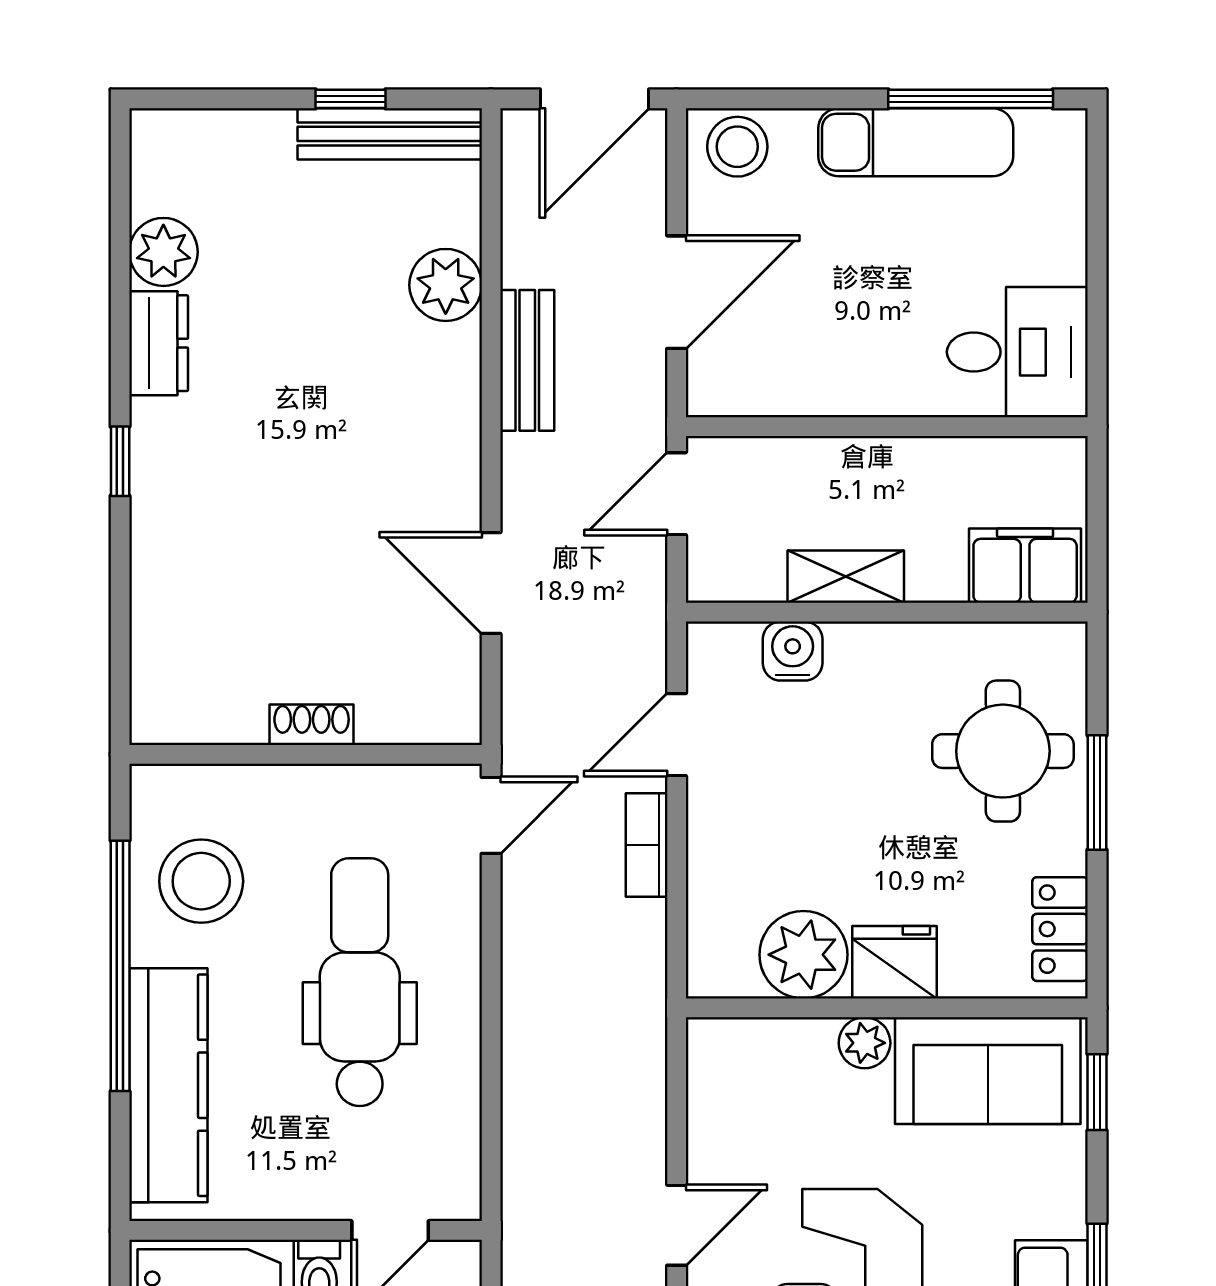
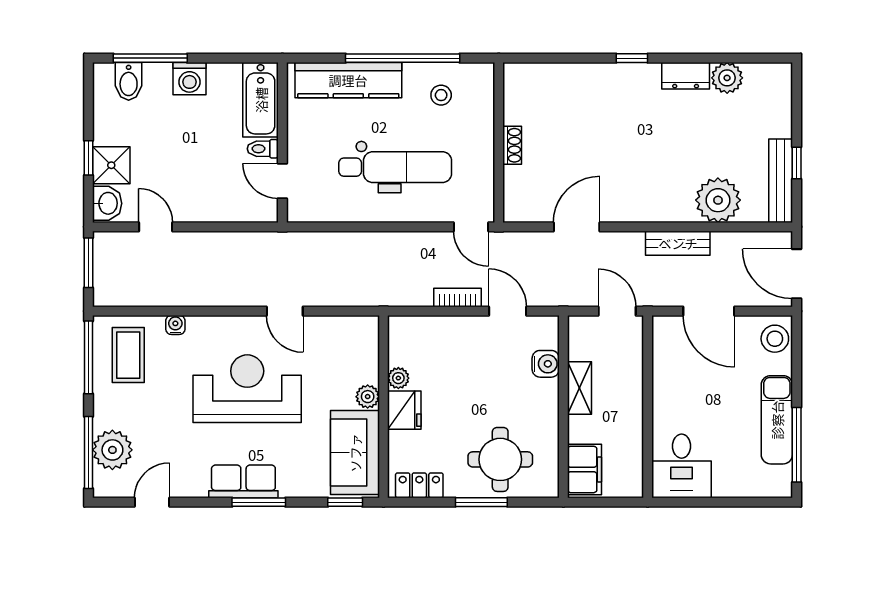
plant: (446, 285) -> (718, 200), width x1.36, depth x1.36
stool: (201, 881) -> (441, 95), width x0.53, depth x0.53
plant: (803, 955) -> (398, 378), width x0.53, depth x0.53

